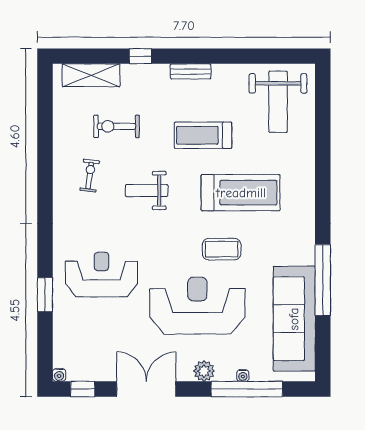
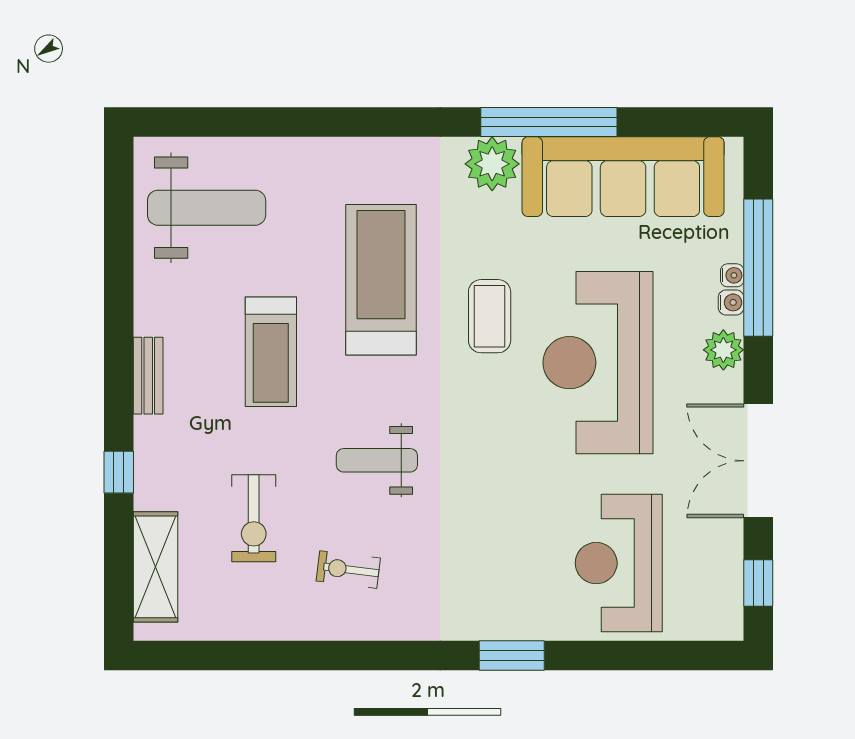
weight bench: (147, 191) -> (377, 460), turned 90
plant: (301, 250) -> (492, 164), added
reception desk: (101, 275) -> (619, 563), moved
window: (45, 295) -> (512, 655), moved
water cooler: (59, 375) -> (731, 302), moved

